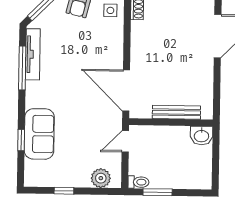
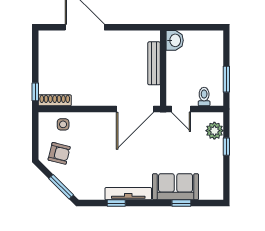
tv unit: (33, 54) -> (128, 194), moved
window: (22, 68) -> (116, 203), width x0.46
toilet: (138, 182) -> (204, 97), moved
window: (64, 191) -> (226, 147), moved

